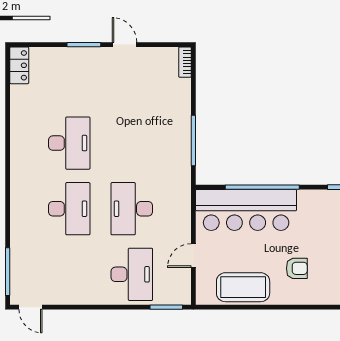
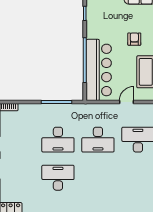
desk: (69, 209) -> (58, 140), moved, turned 180
door: (193, 256) -> (127, 102), swing flipped

